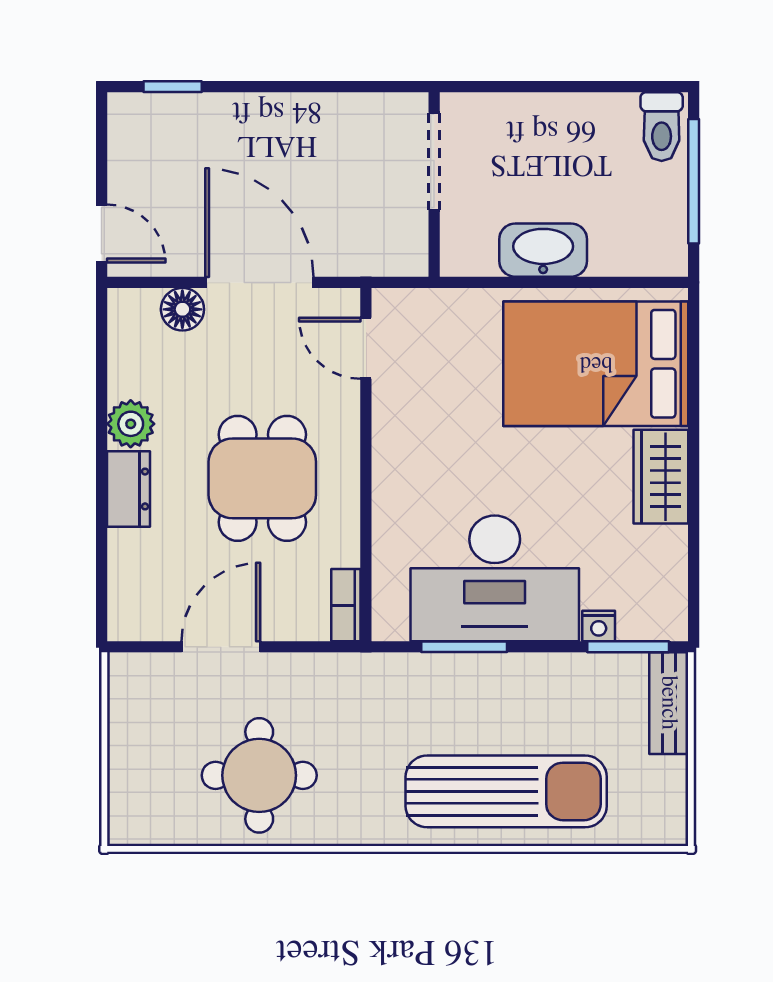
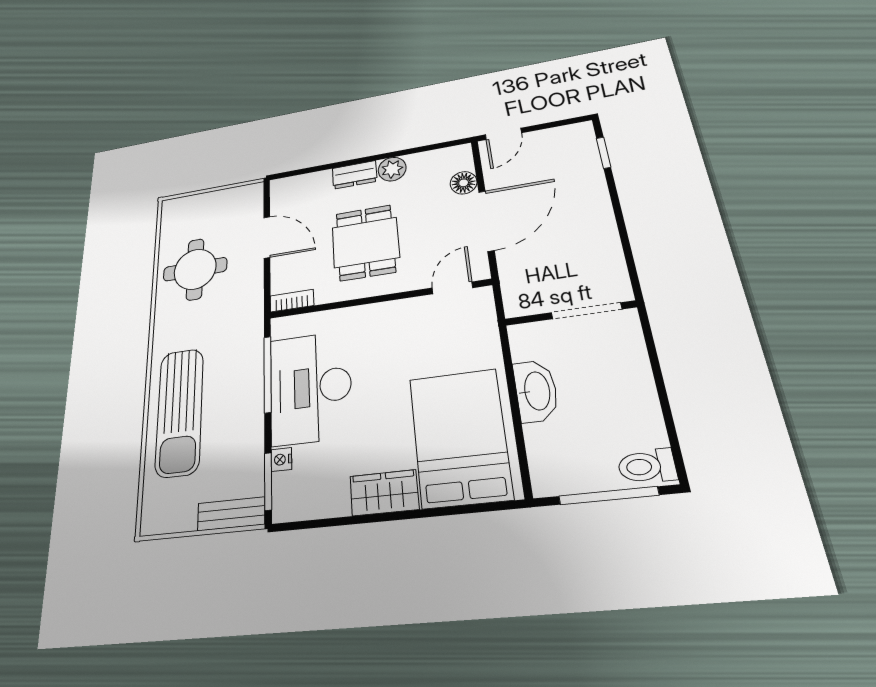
dining table: (262, 478) -> (365, 243), turned 90
window: (464, 647) -> (268, 374), width x1.44

